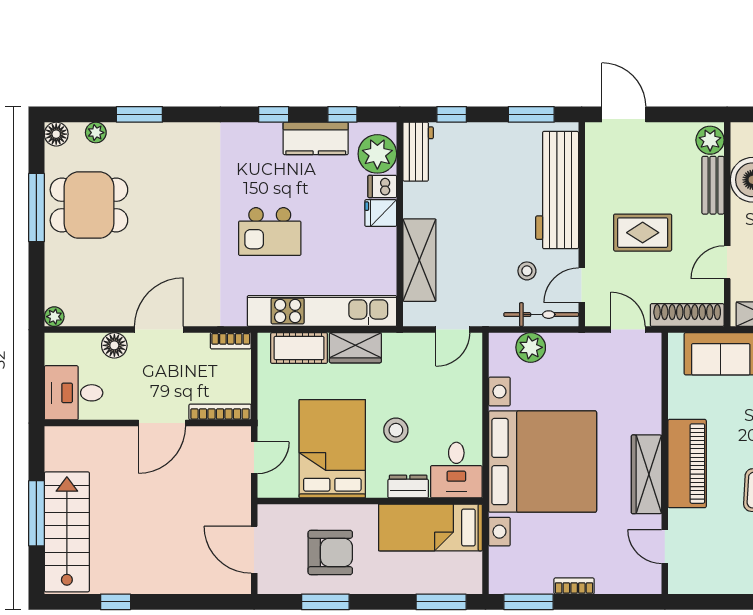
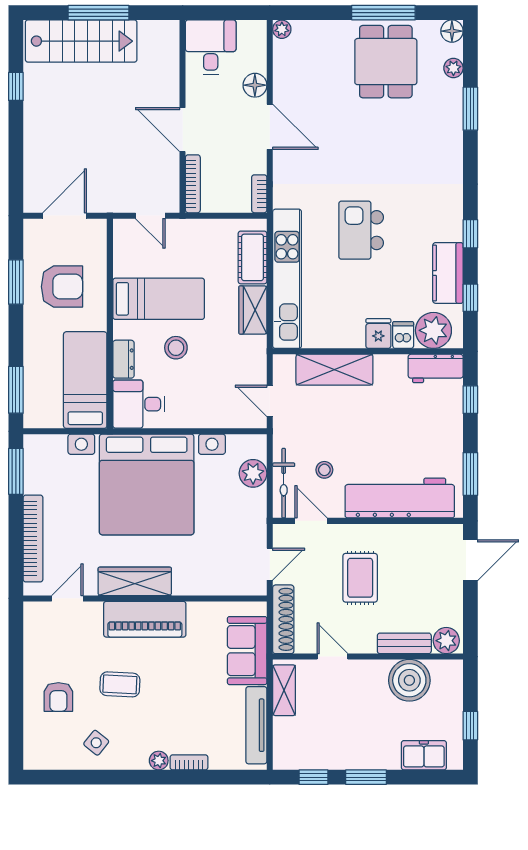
bed: (332, 449) -> (159, 299), width x0.67
armchair: (330, 552) -> (62, 287), turned -90
bookcase: (574, 586) -> (33, 538), width x2.31, depth x1.31

